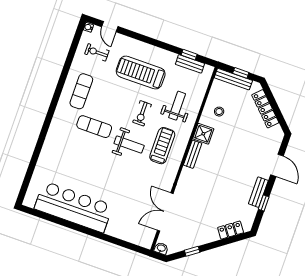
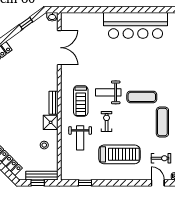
bench: (190, 64) -> (82, 176), removed

